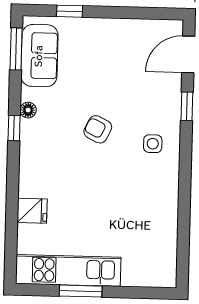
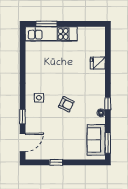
window: (70, 11) -> (56, 162), moved
kitchen unit: (68, 270) -> (51, 34), moved
window: (81, 291) -> (47, 24), moved

